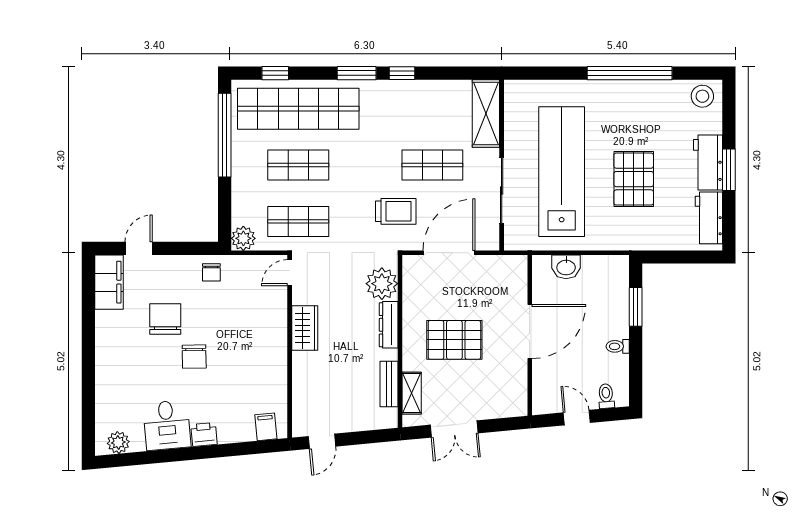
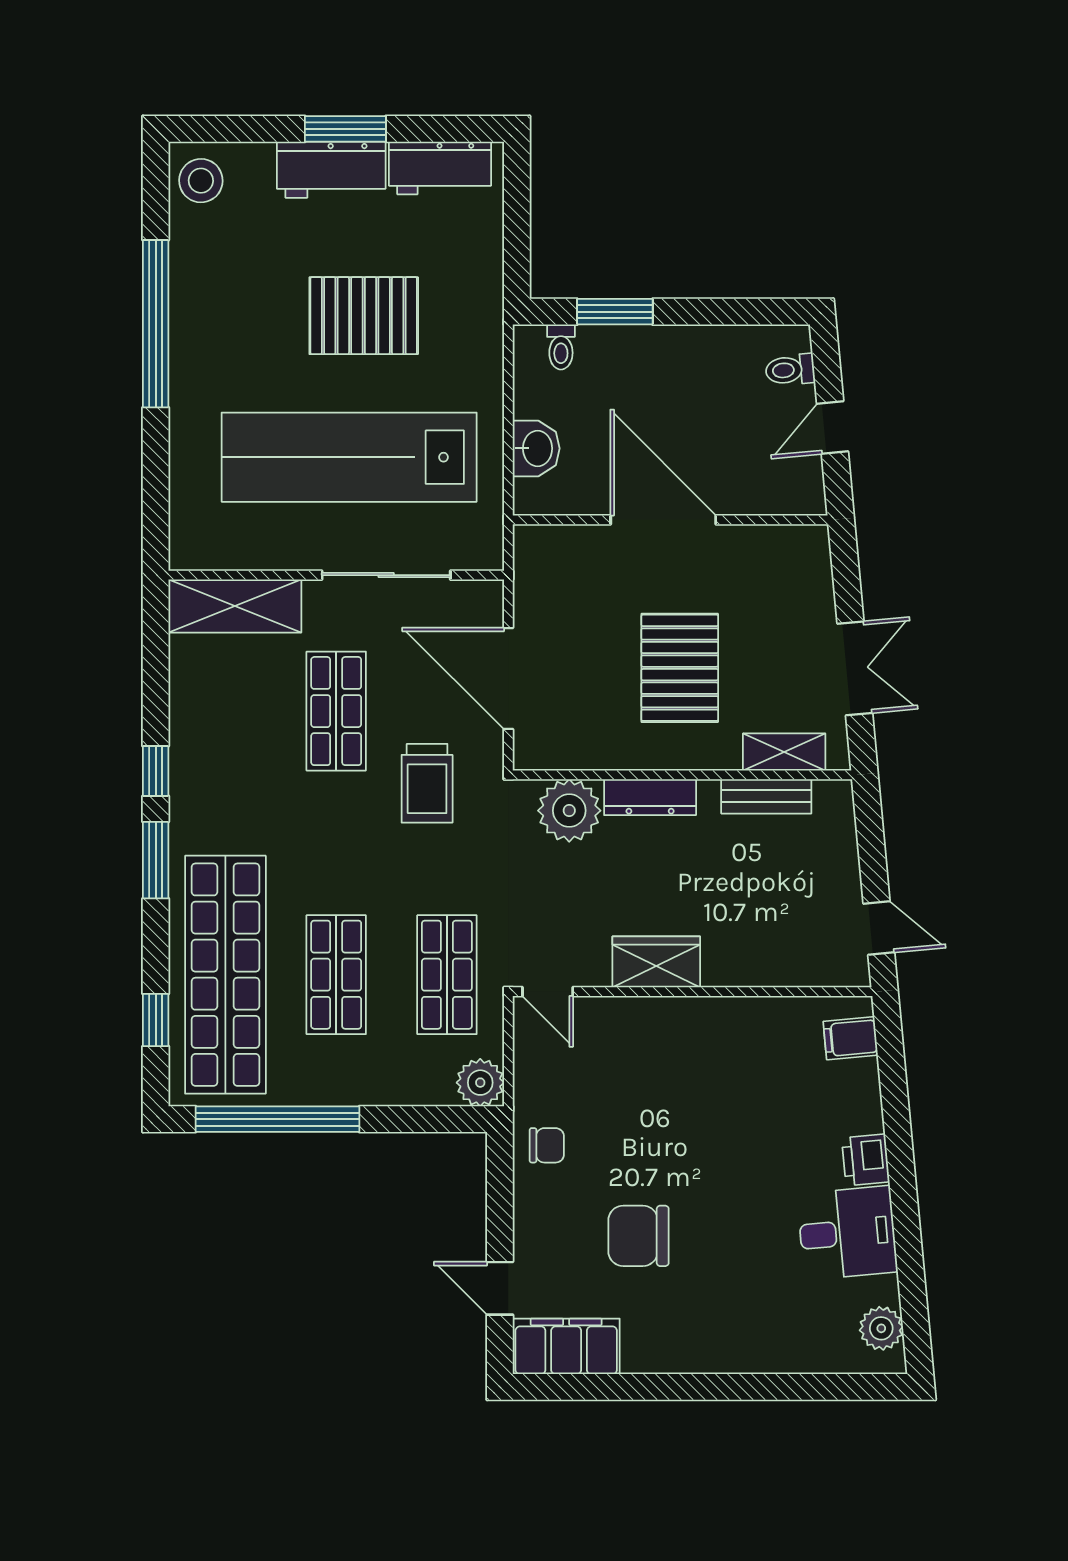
trolley: (396, 211) -> (427, 783), turned 180
toilet: (618, 346) -> (561, 347), moved
chair: (194, 357) -> (713, 1179), removed

